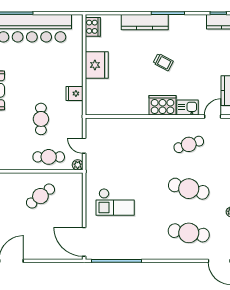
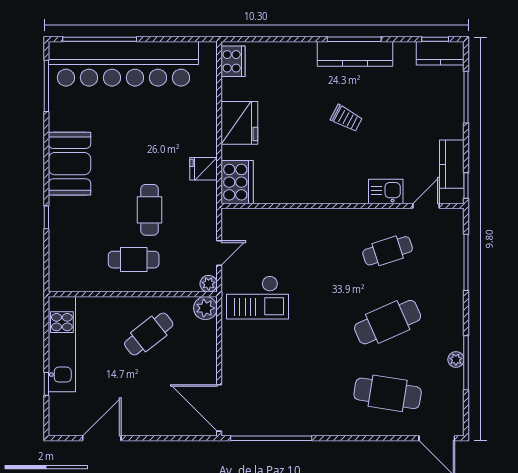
kitchen counter: (145, 22) -> (355, 54), moved
cooker: (163, 105) -> (237, 182), moved, turned 90
door: (84, 146) -> (219, 253), swing flipped
cafe table: (49, 157) -> (134, 260), moved
plant: (76, 180) -> (205, 308), added
cafe table: (189, 189) -> (388, 322), turned -39
checkout: (115, 202) -> (258, 298), moved

